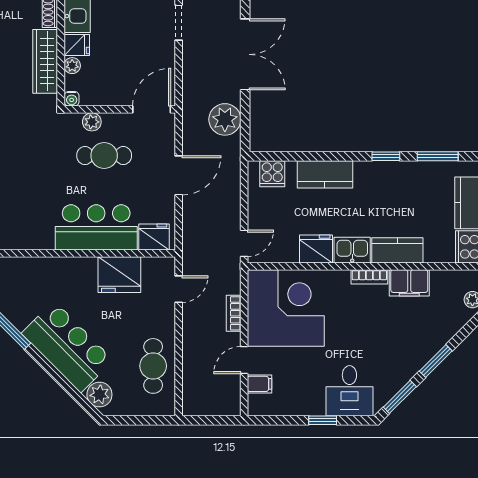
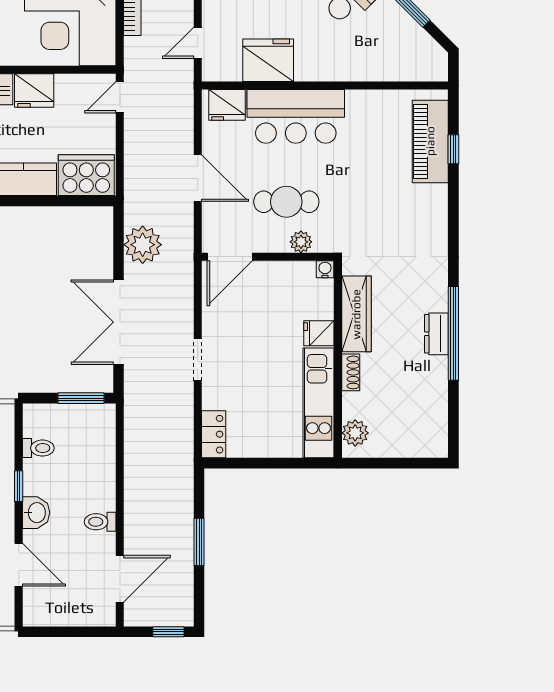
plant: (72, 66) -> (324, 309), removed
cooker: (272, 174) -> (86, 175), width x1.87, depth x1.31
door: (179, 175) -> (198, 178), swing flipped

